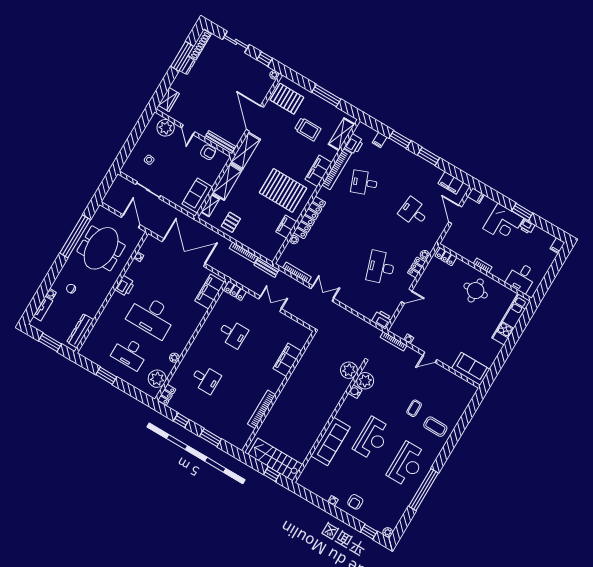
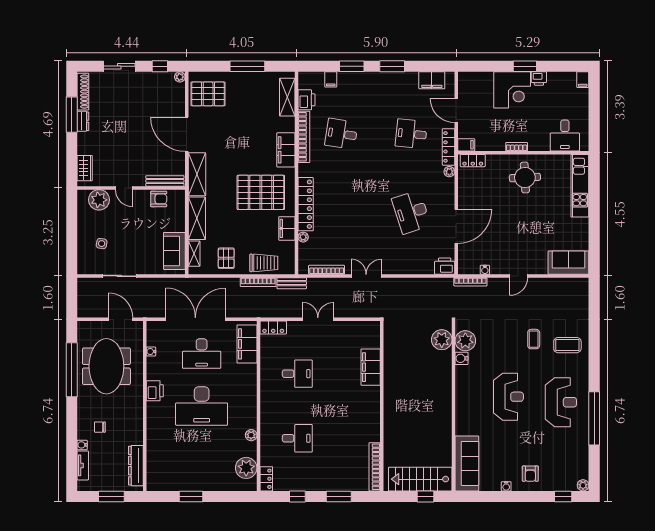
trolley: (308, 129) -> (264, 263), moved
desk: (364, 183) -> (341, 134), turned 30
filing cabinet: (476, 196) -> (466, 145), moved
locker: (416, 267) -> (449, 147), moved, width x1.53
door: (407, 296) -> (456, 226), width x1.88
desk: (130, 353) -> (202, 354), moved
bookcase: (262, 409) -> (375, 467), moved
sofa: (331, 441) -> (467, 463), moved

